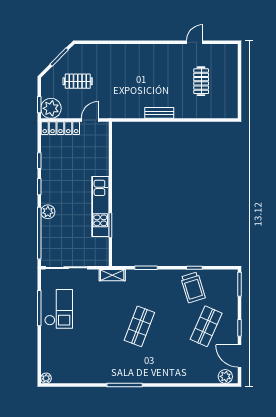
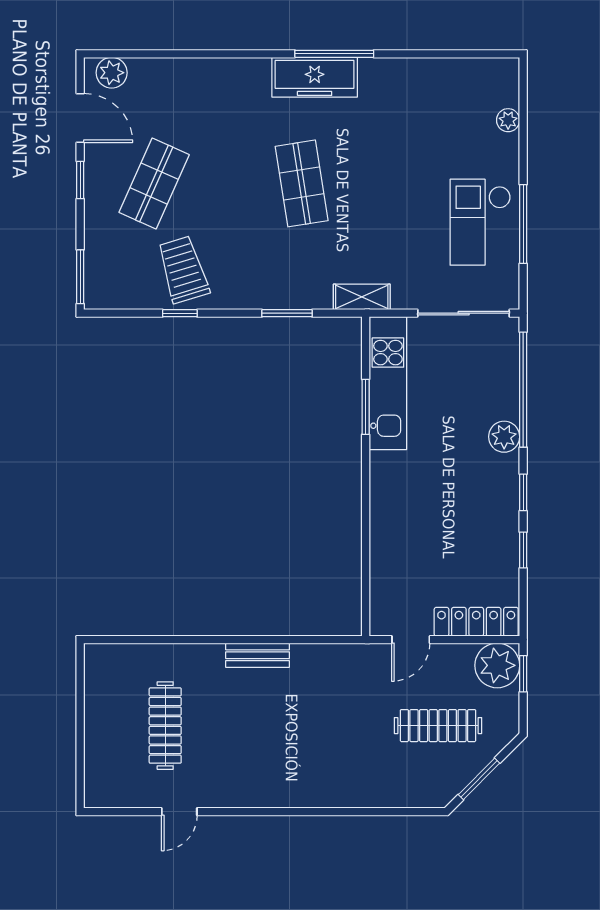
clothes rail: (78, 81) -> (438, 726), width x1.36
clothes rail: (201, 81) -> (165, 726), width x1.36
kitchen unit: (100, 207) -> (388, 383), moved
shop shelf: (139, 326) -> (302, 183), turned -30
freezer: (134, 374) -> (315, 77), added
plant: (46, 378) -> (508, 120), moved

